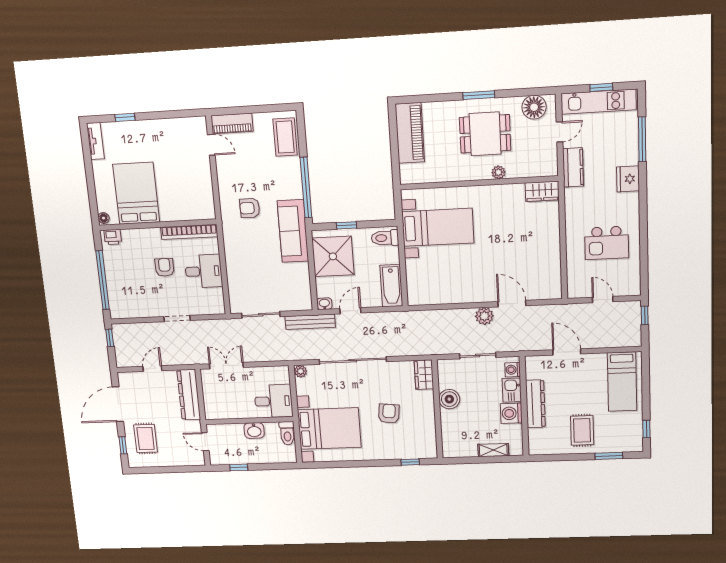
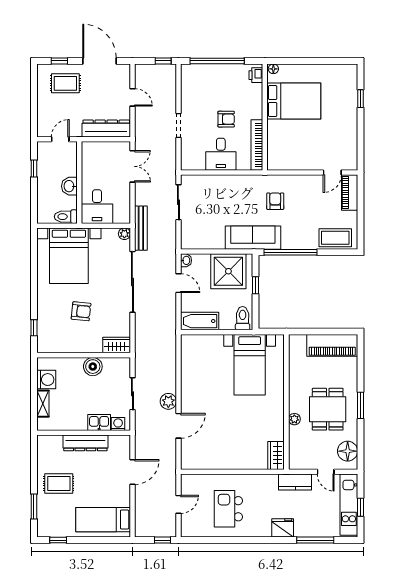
tv unit: (95, 141) -> (342, 70), removed
bench: (310, 322) -> (141, 228), moved
washing machine: (511, 413) -> (46, 380), moved, turned 90

